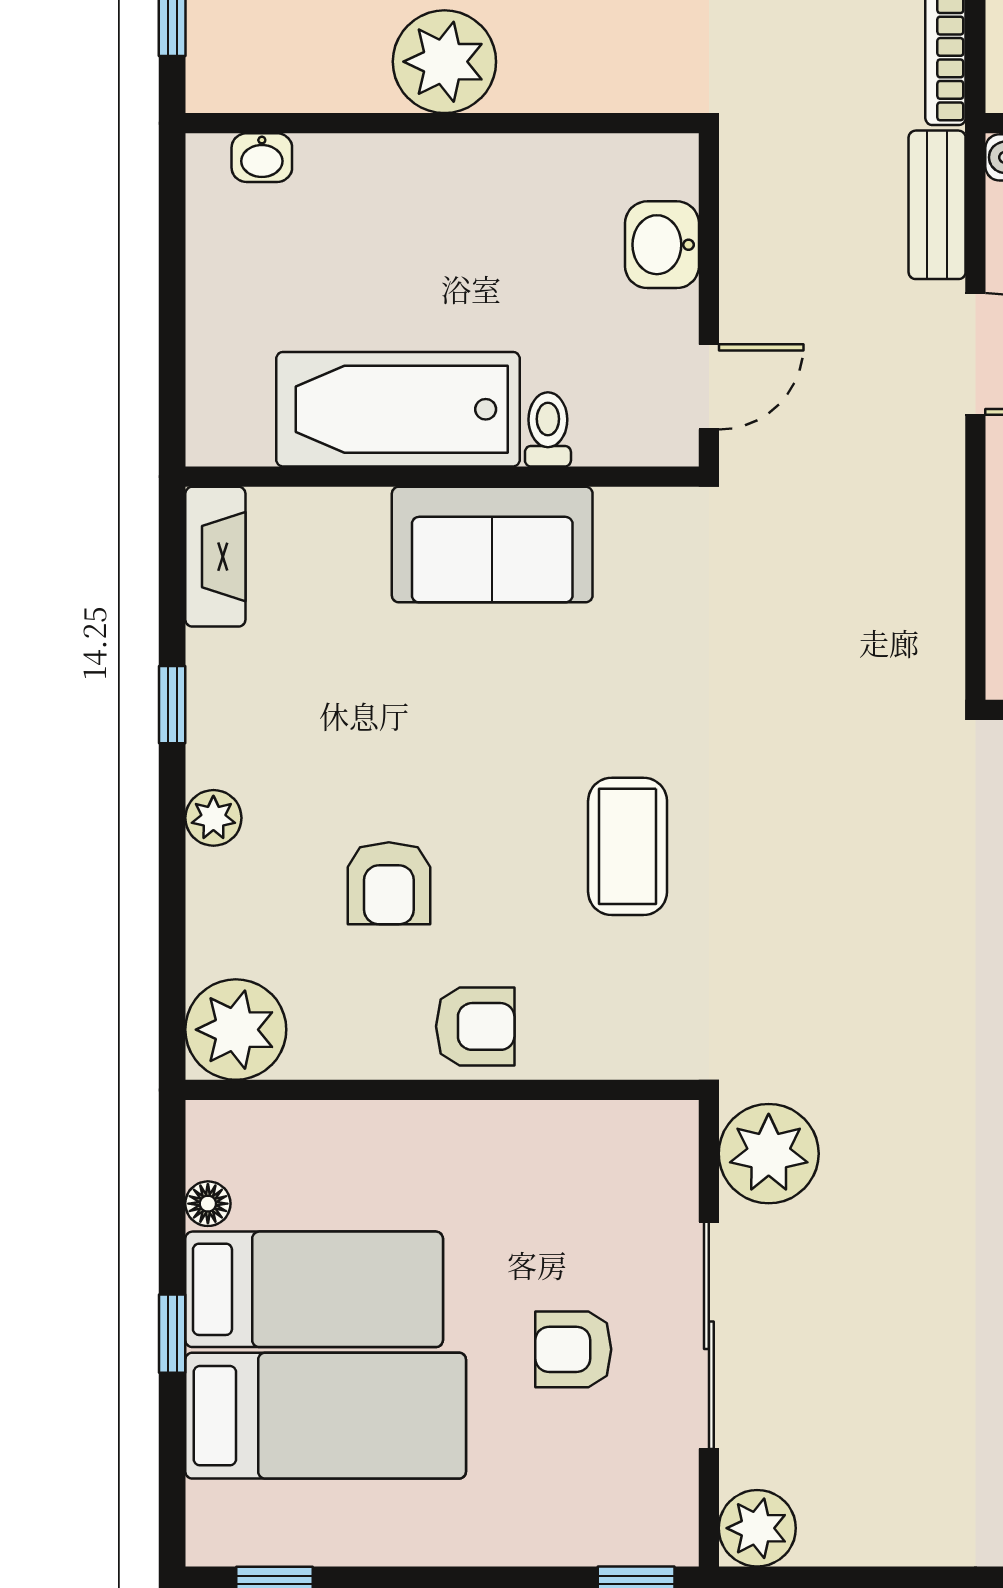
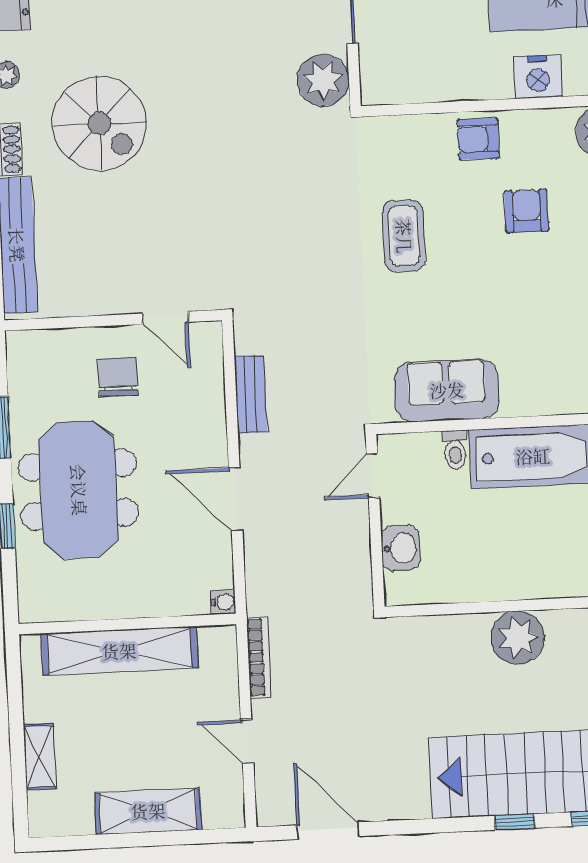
bench: (937, 205) -> (251, 394), moved
sofa: (492, 545) -> (447, 390), moved
nightstand: (354, 1141) -> (538, 77), added

